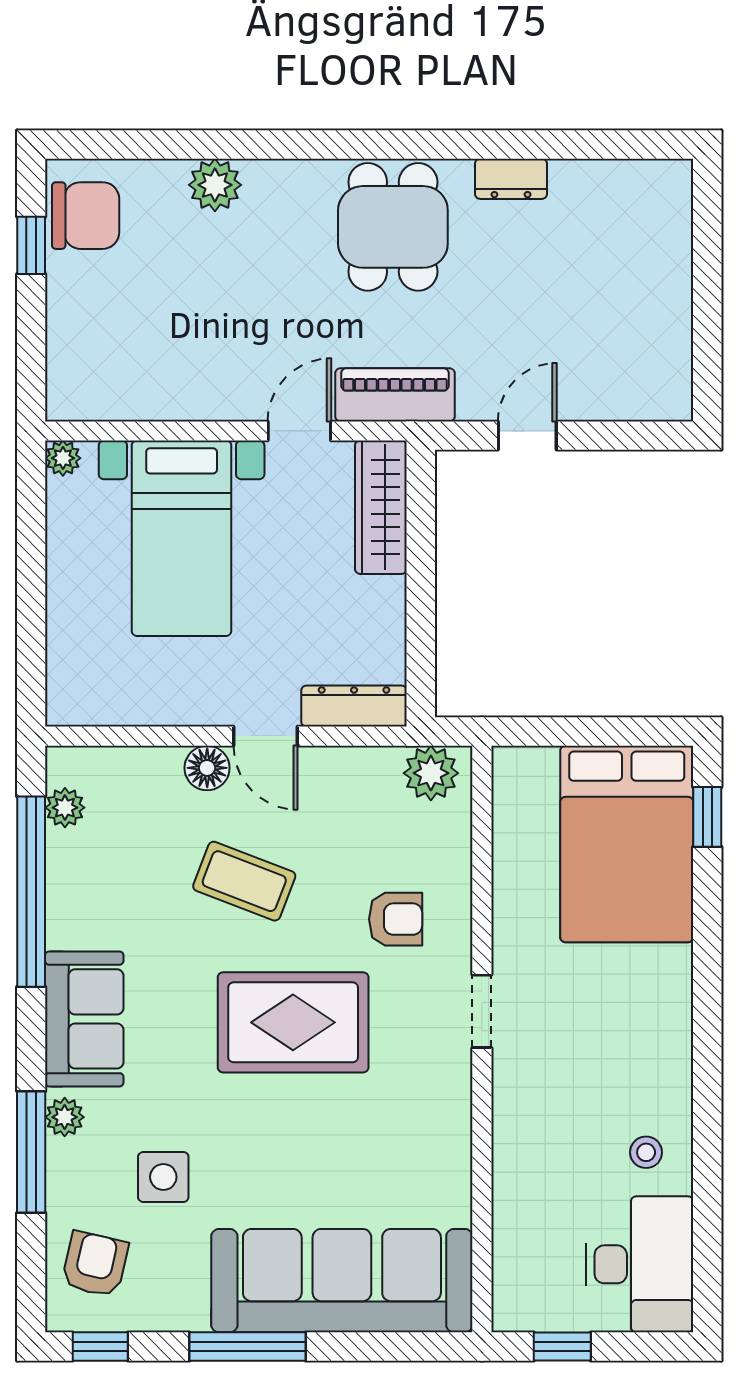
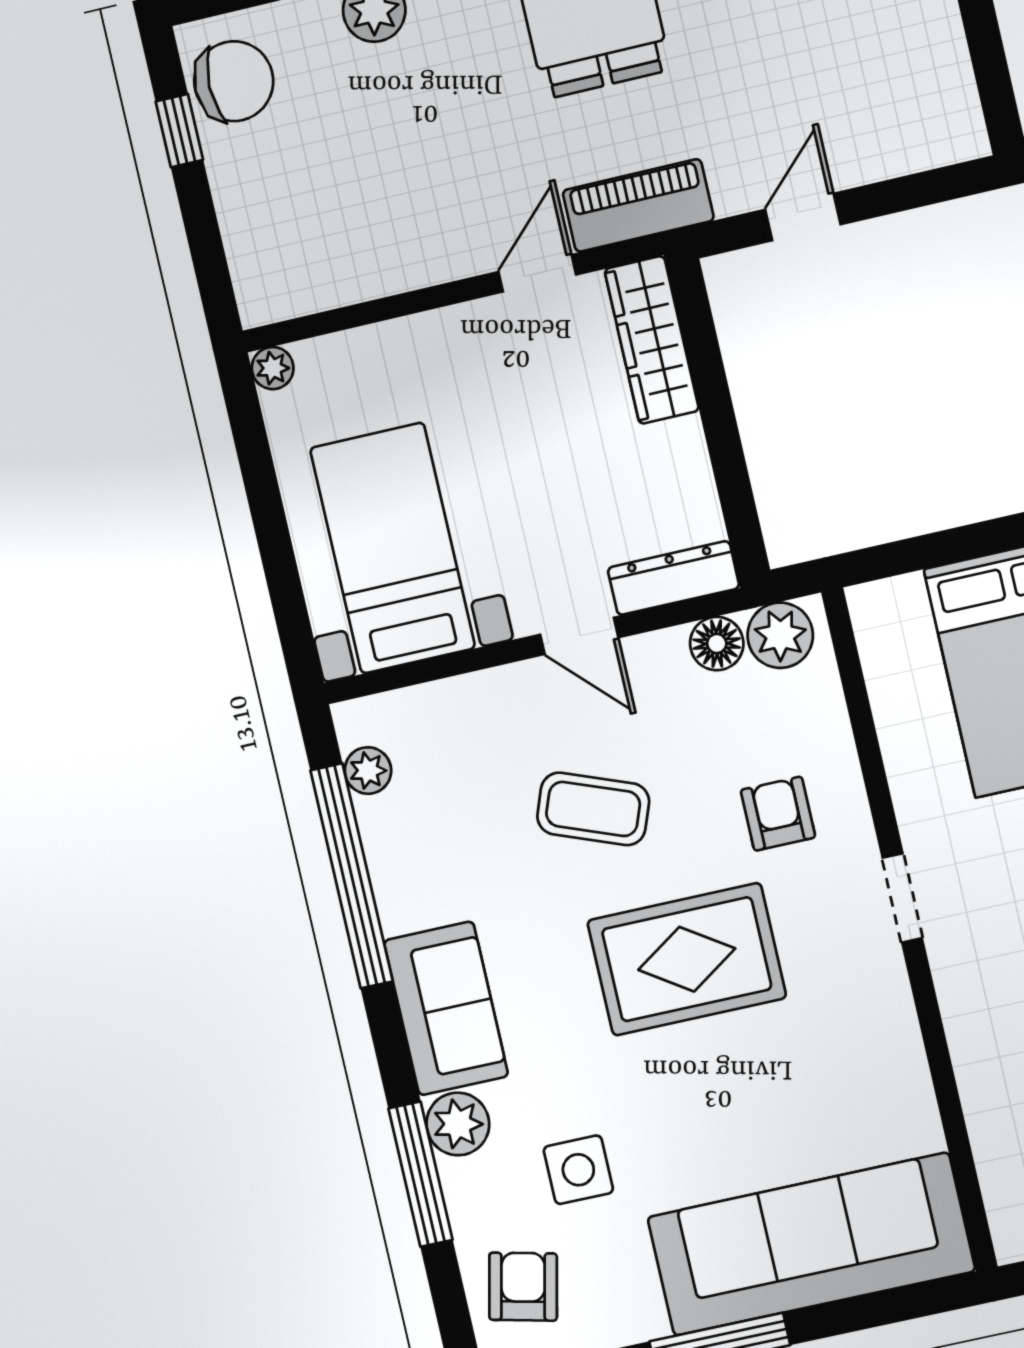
bed with nightstands: (182, 538) -> (393, 548), moved, turned 180
floor lamp: (207, 768) -> (717, 644), moved
armchair: (396, 919) -> (778, 814), turned -90
plant: (65, 1117) -> (458, 1124), width x1.38, depth x1.38

